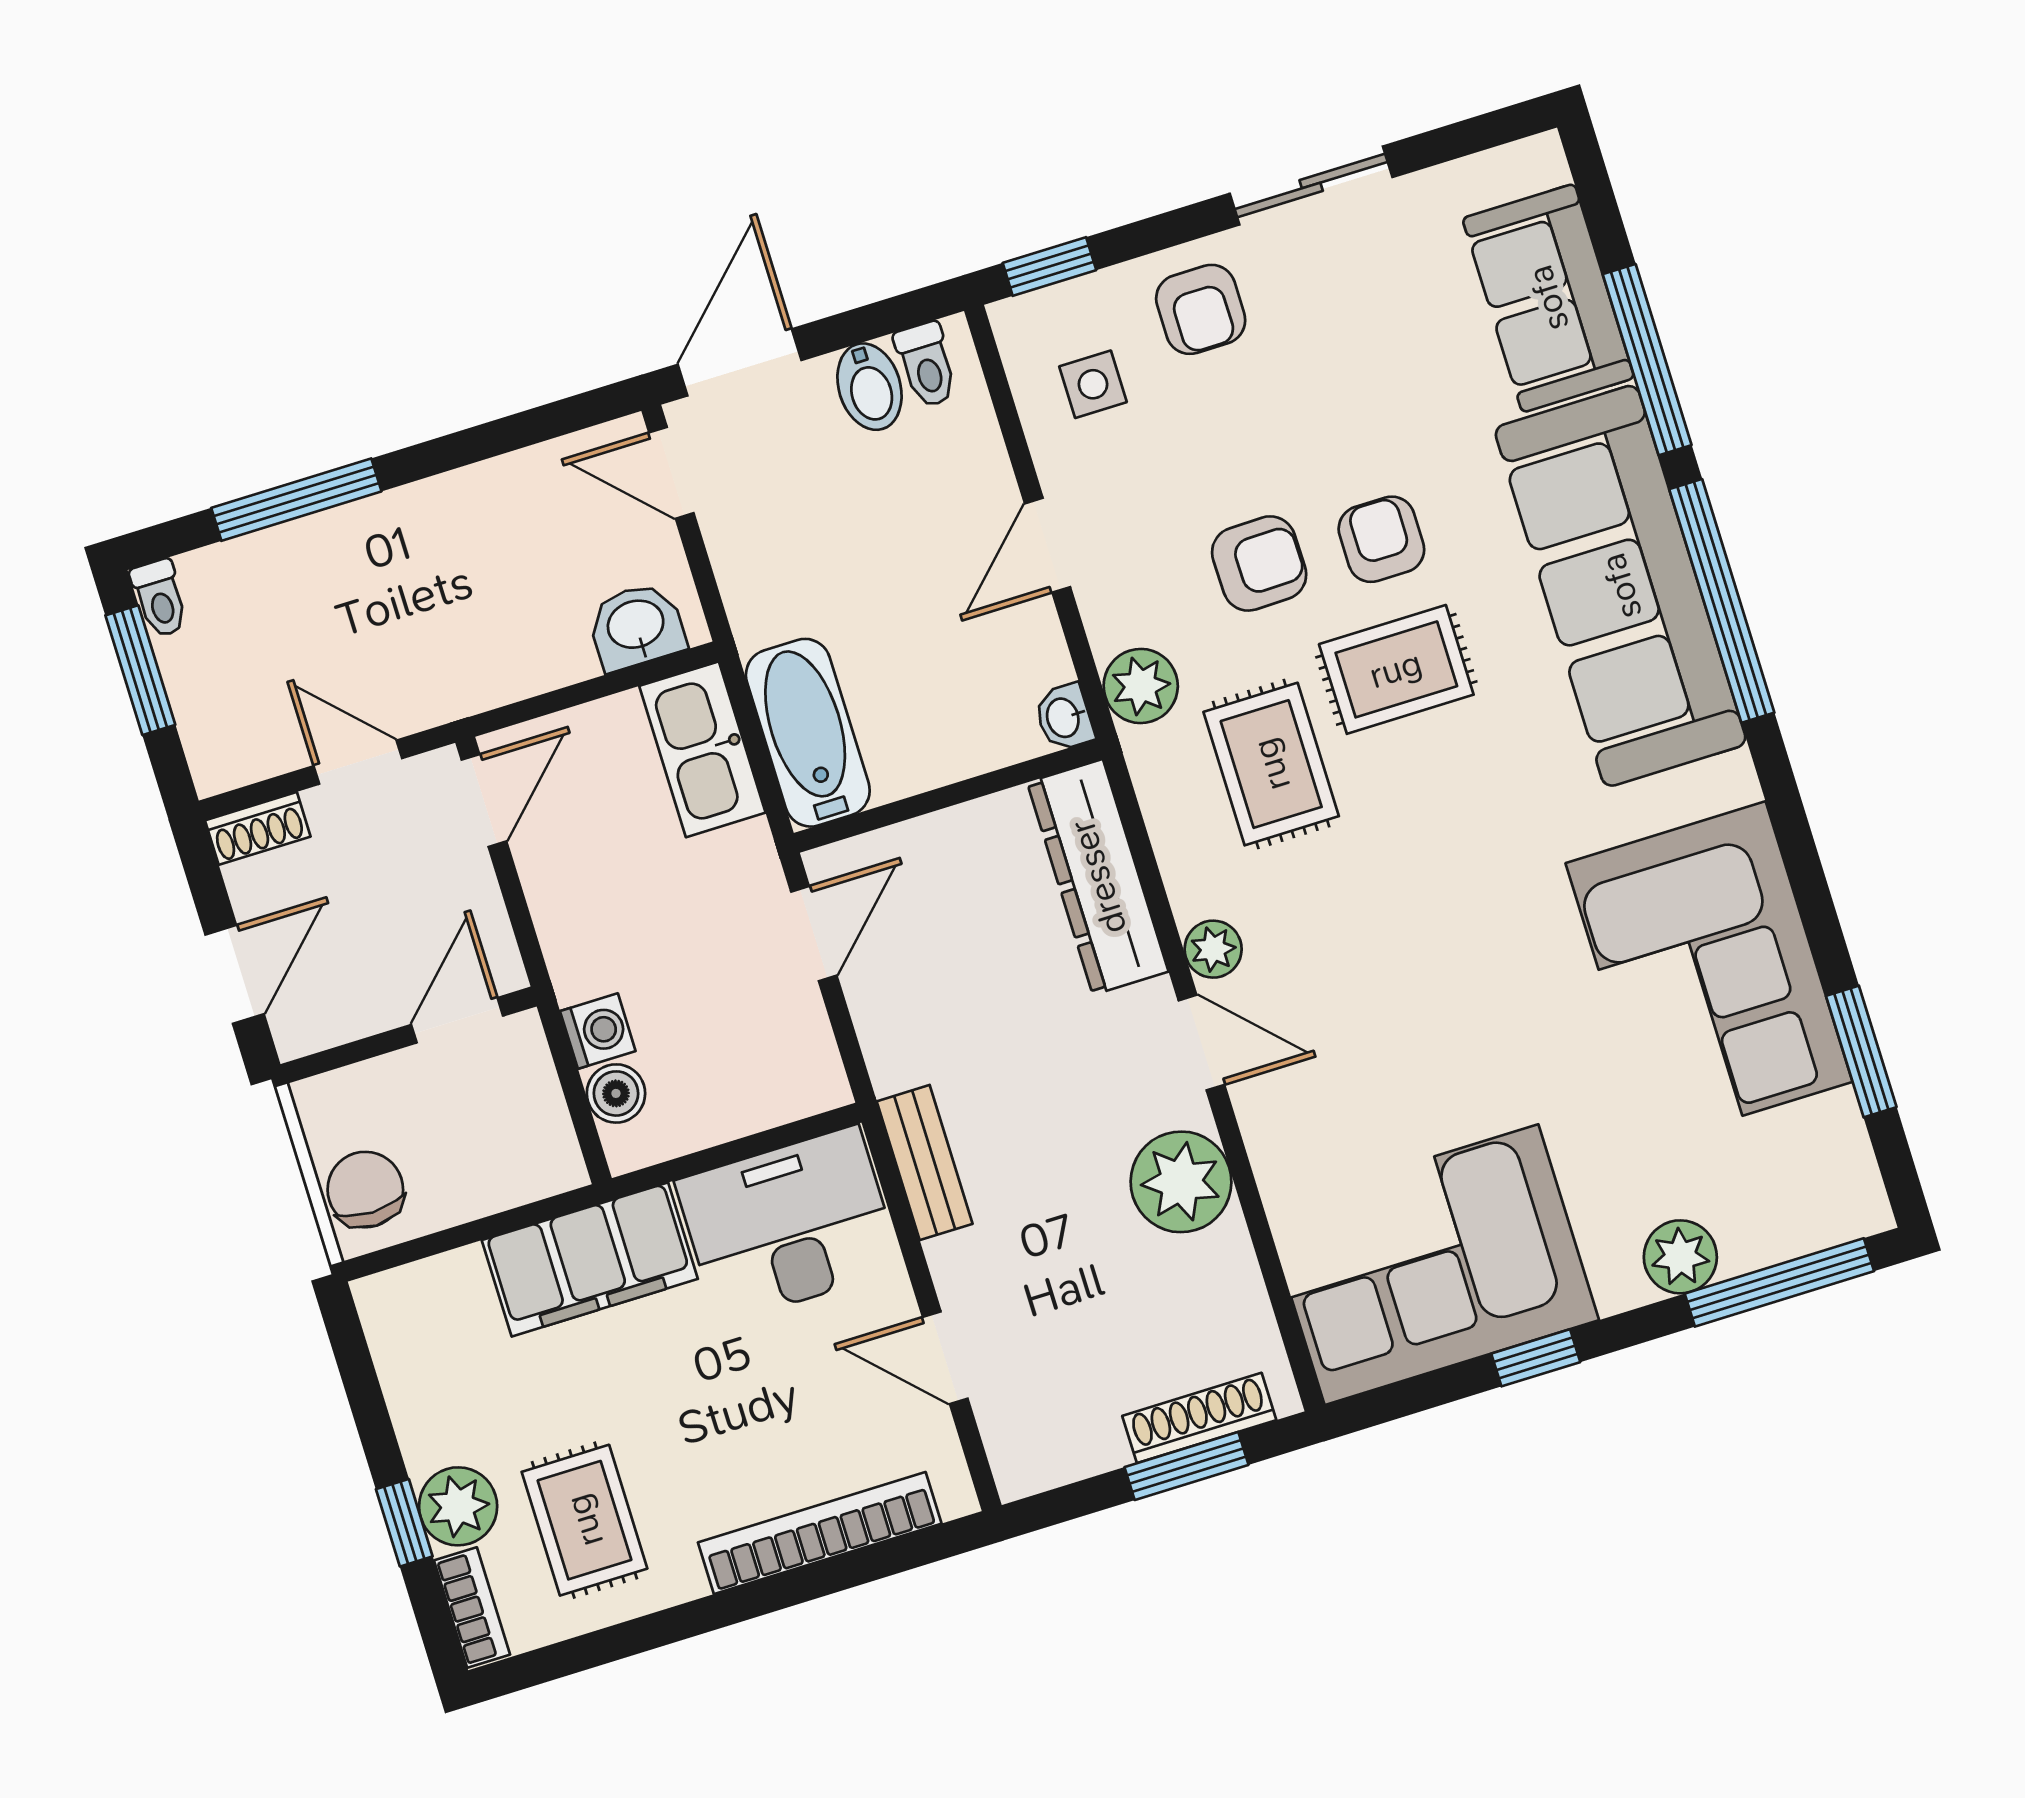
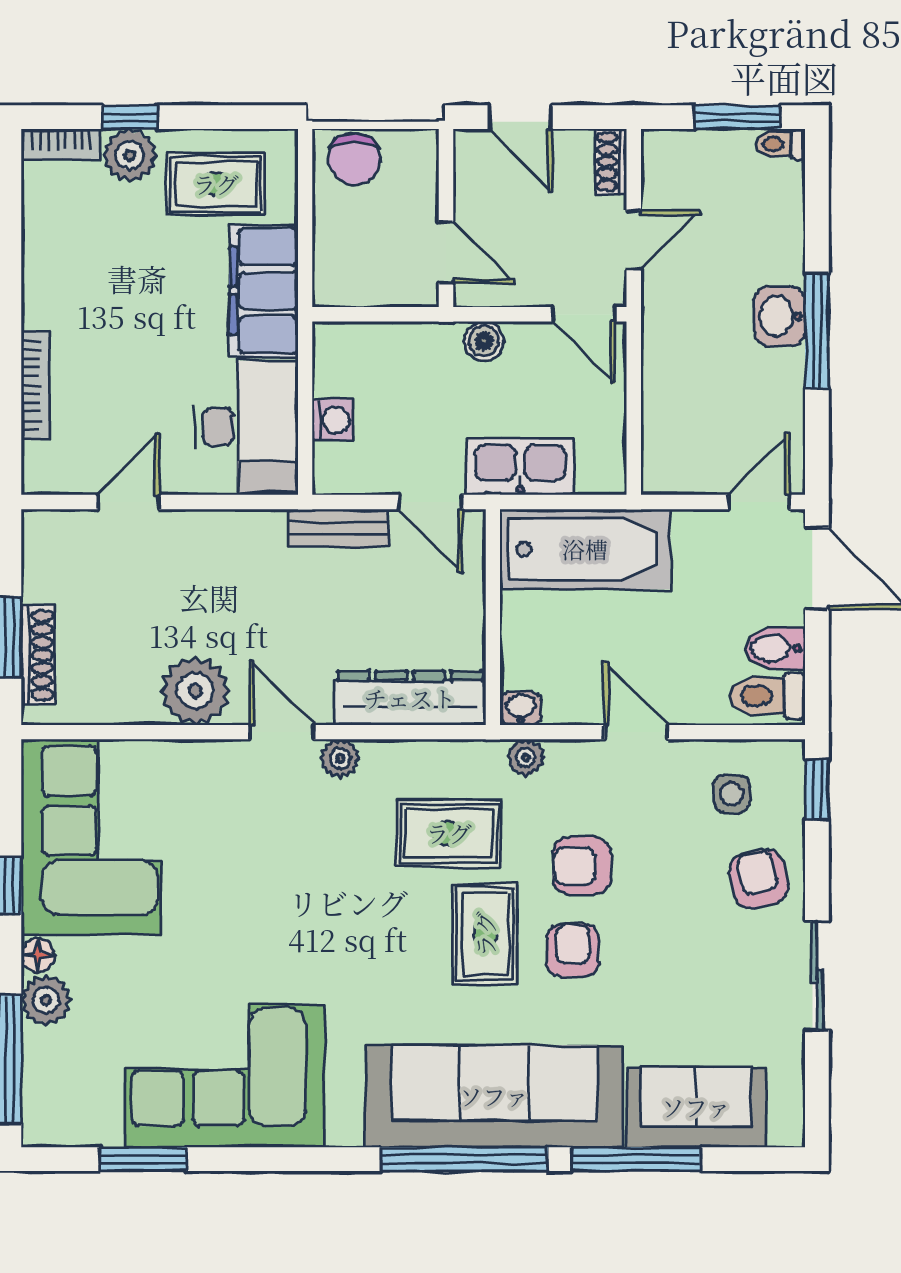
armchair: (1201, 309) -> (759, 879), turned 77
toilet: (926, 365) -> (767, 696), width x1.37, depth x1.39
window: (296, 500) -> (817, 331), moved
armchair: (1381, 539) -> (573, 950), turned -90
armchair: (1259, 563) -> (582, 866), turned 91
washbasin: (636, 626) -> (780, 316), moved, turned 180
plant: (1141, 686) -> (526, 757), width x0.73, depth x0.73
bathtub: (808, 733) -> (585, 549), width x1.36, depth x1.36
kitchen sink: (702, 749) -> (520, 467), moved
washing machine: (598, 1031) -> (333, 420), moved, turned -90
door: (1201, 1043) -> (282, 732), swing flipped
boiler: (616, 1093) -> (484, 341), moved
bench: (925, 1163) -> (338, 528), moved
chair: (365, 1190) -> (354, 159), turned 90
floor lamp: (1620, 1288) -> (38, 955), added
rug: (584, 1520) -> (216, 184), moved
bookcase: (820, 1533) -> (35, 385), width x0.68, depth x0.76

